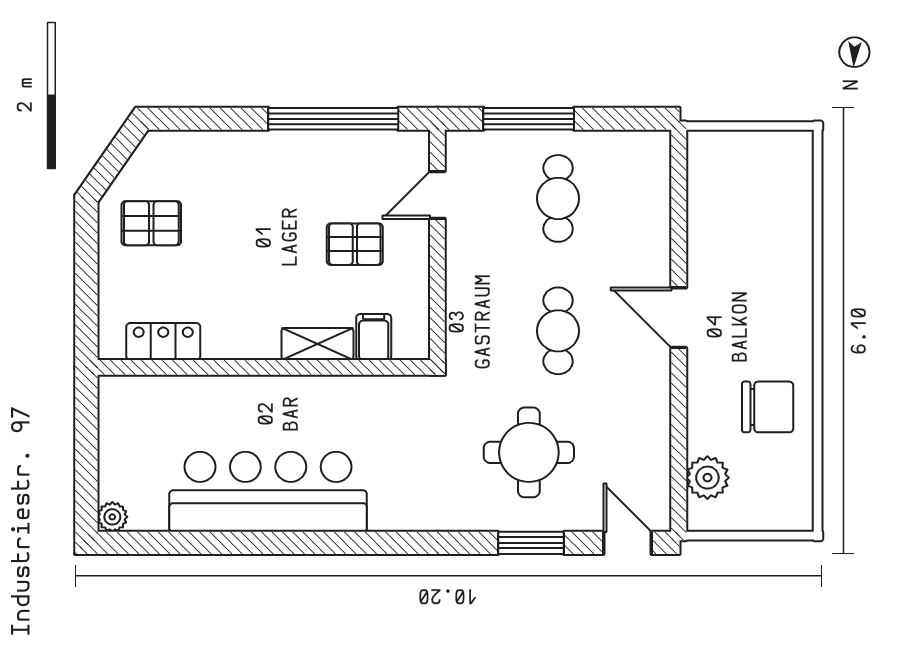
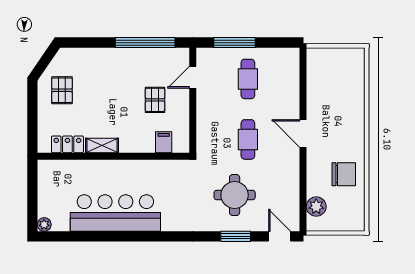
pallet: (151, 223) -> (62, 90), turned 90
pallet: (355, 244) -> (155, 100), turned 90
shelving: (317, 344) -> (102, 145), moved

